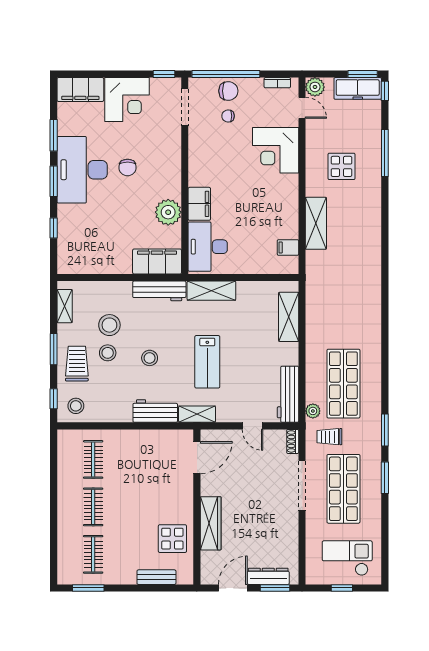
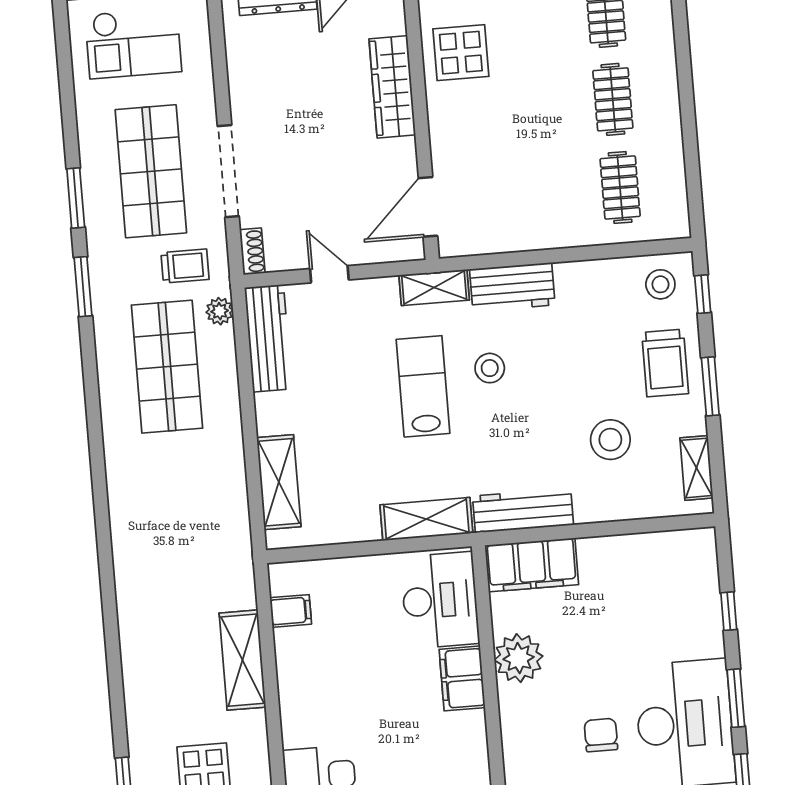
stool: (108, 353) -> (609, 388), removed
stool: (150, 358) -> (490, 368), moved

